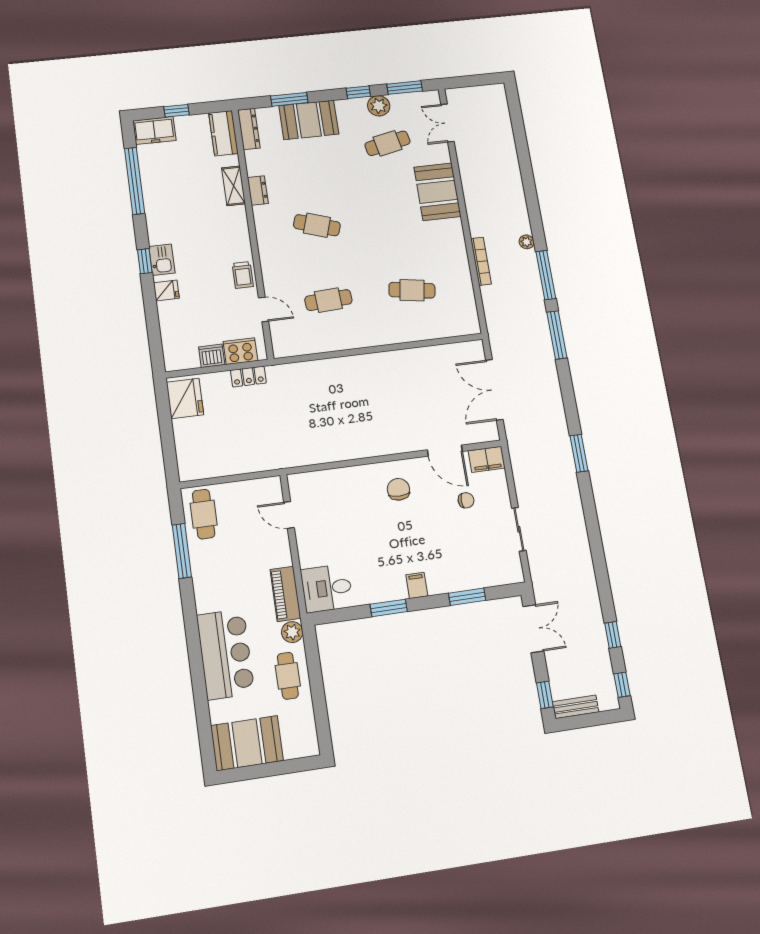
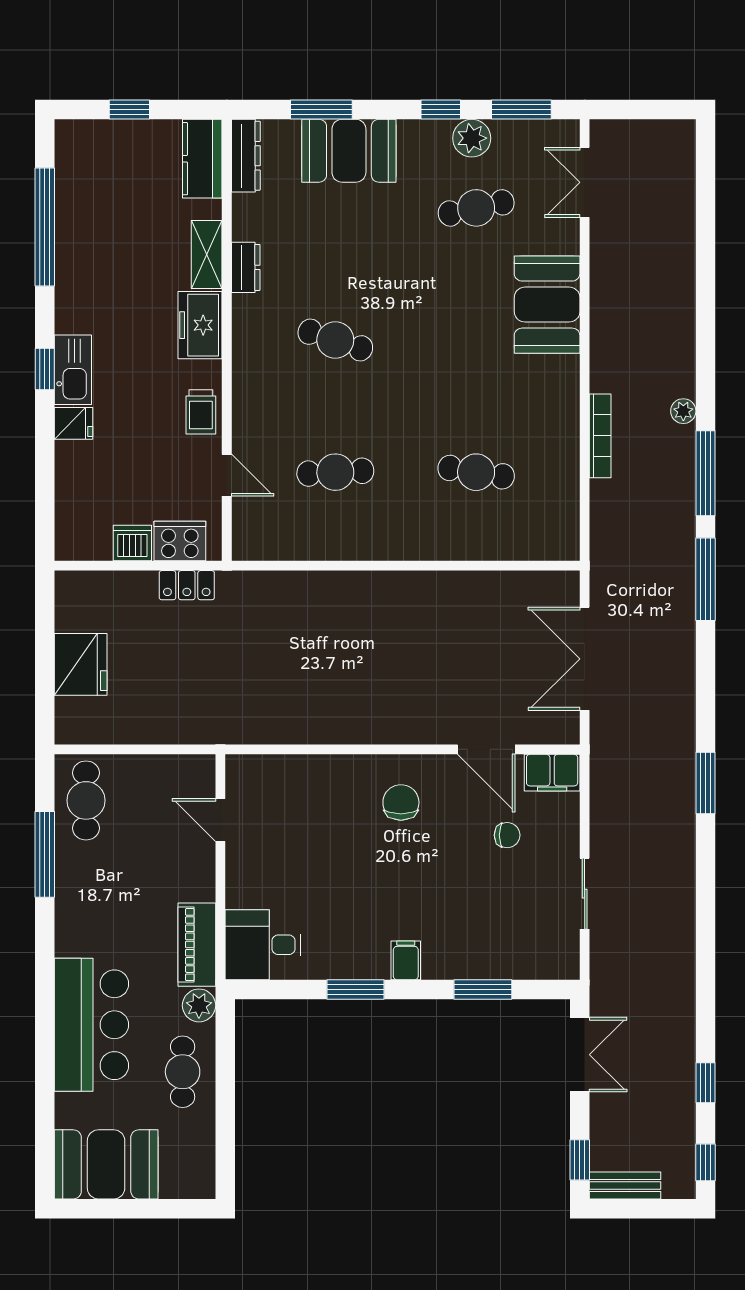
freezer: (154, 131) -> (200, 325), moved, turned 90
kitchen sink: (162, 260) -> (73, 370), width x1.38
fridge: (185, 398) -> (81, 664), moved

